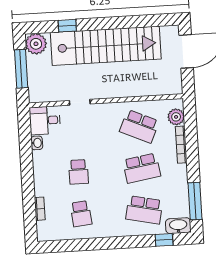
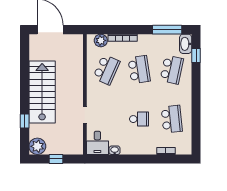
stairs: (106, 46) -> (42, 92), width x0.73
window: (21, 69) -> (56, 159), width x0.46
school desk: (81, 214) -> (172, 119), width x1.85

